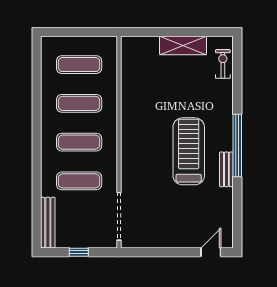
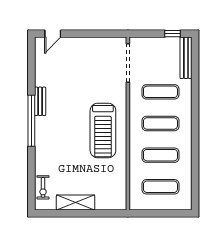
treadmill: (189, 151) -> (103, 131), moved
window: (79, 252) -> (173, 34), moved

